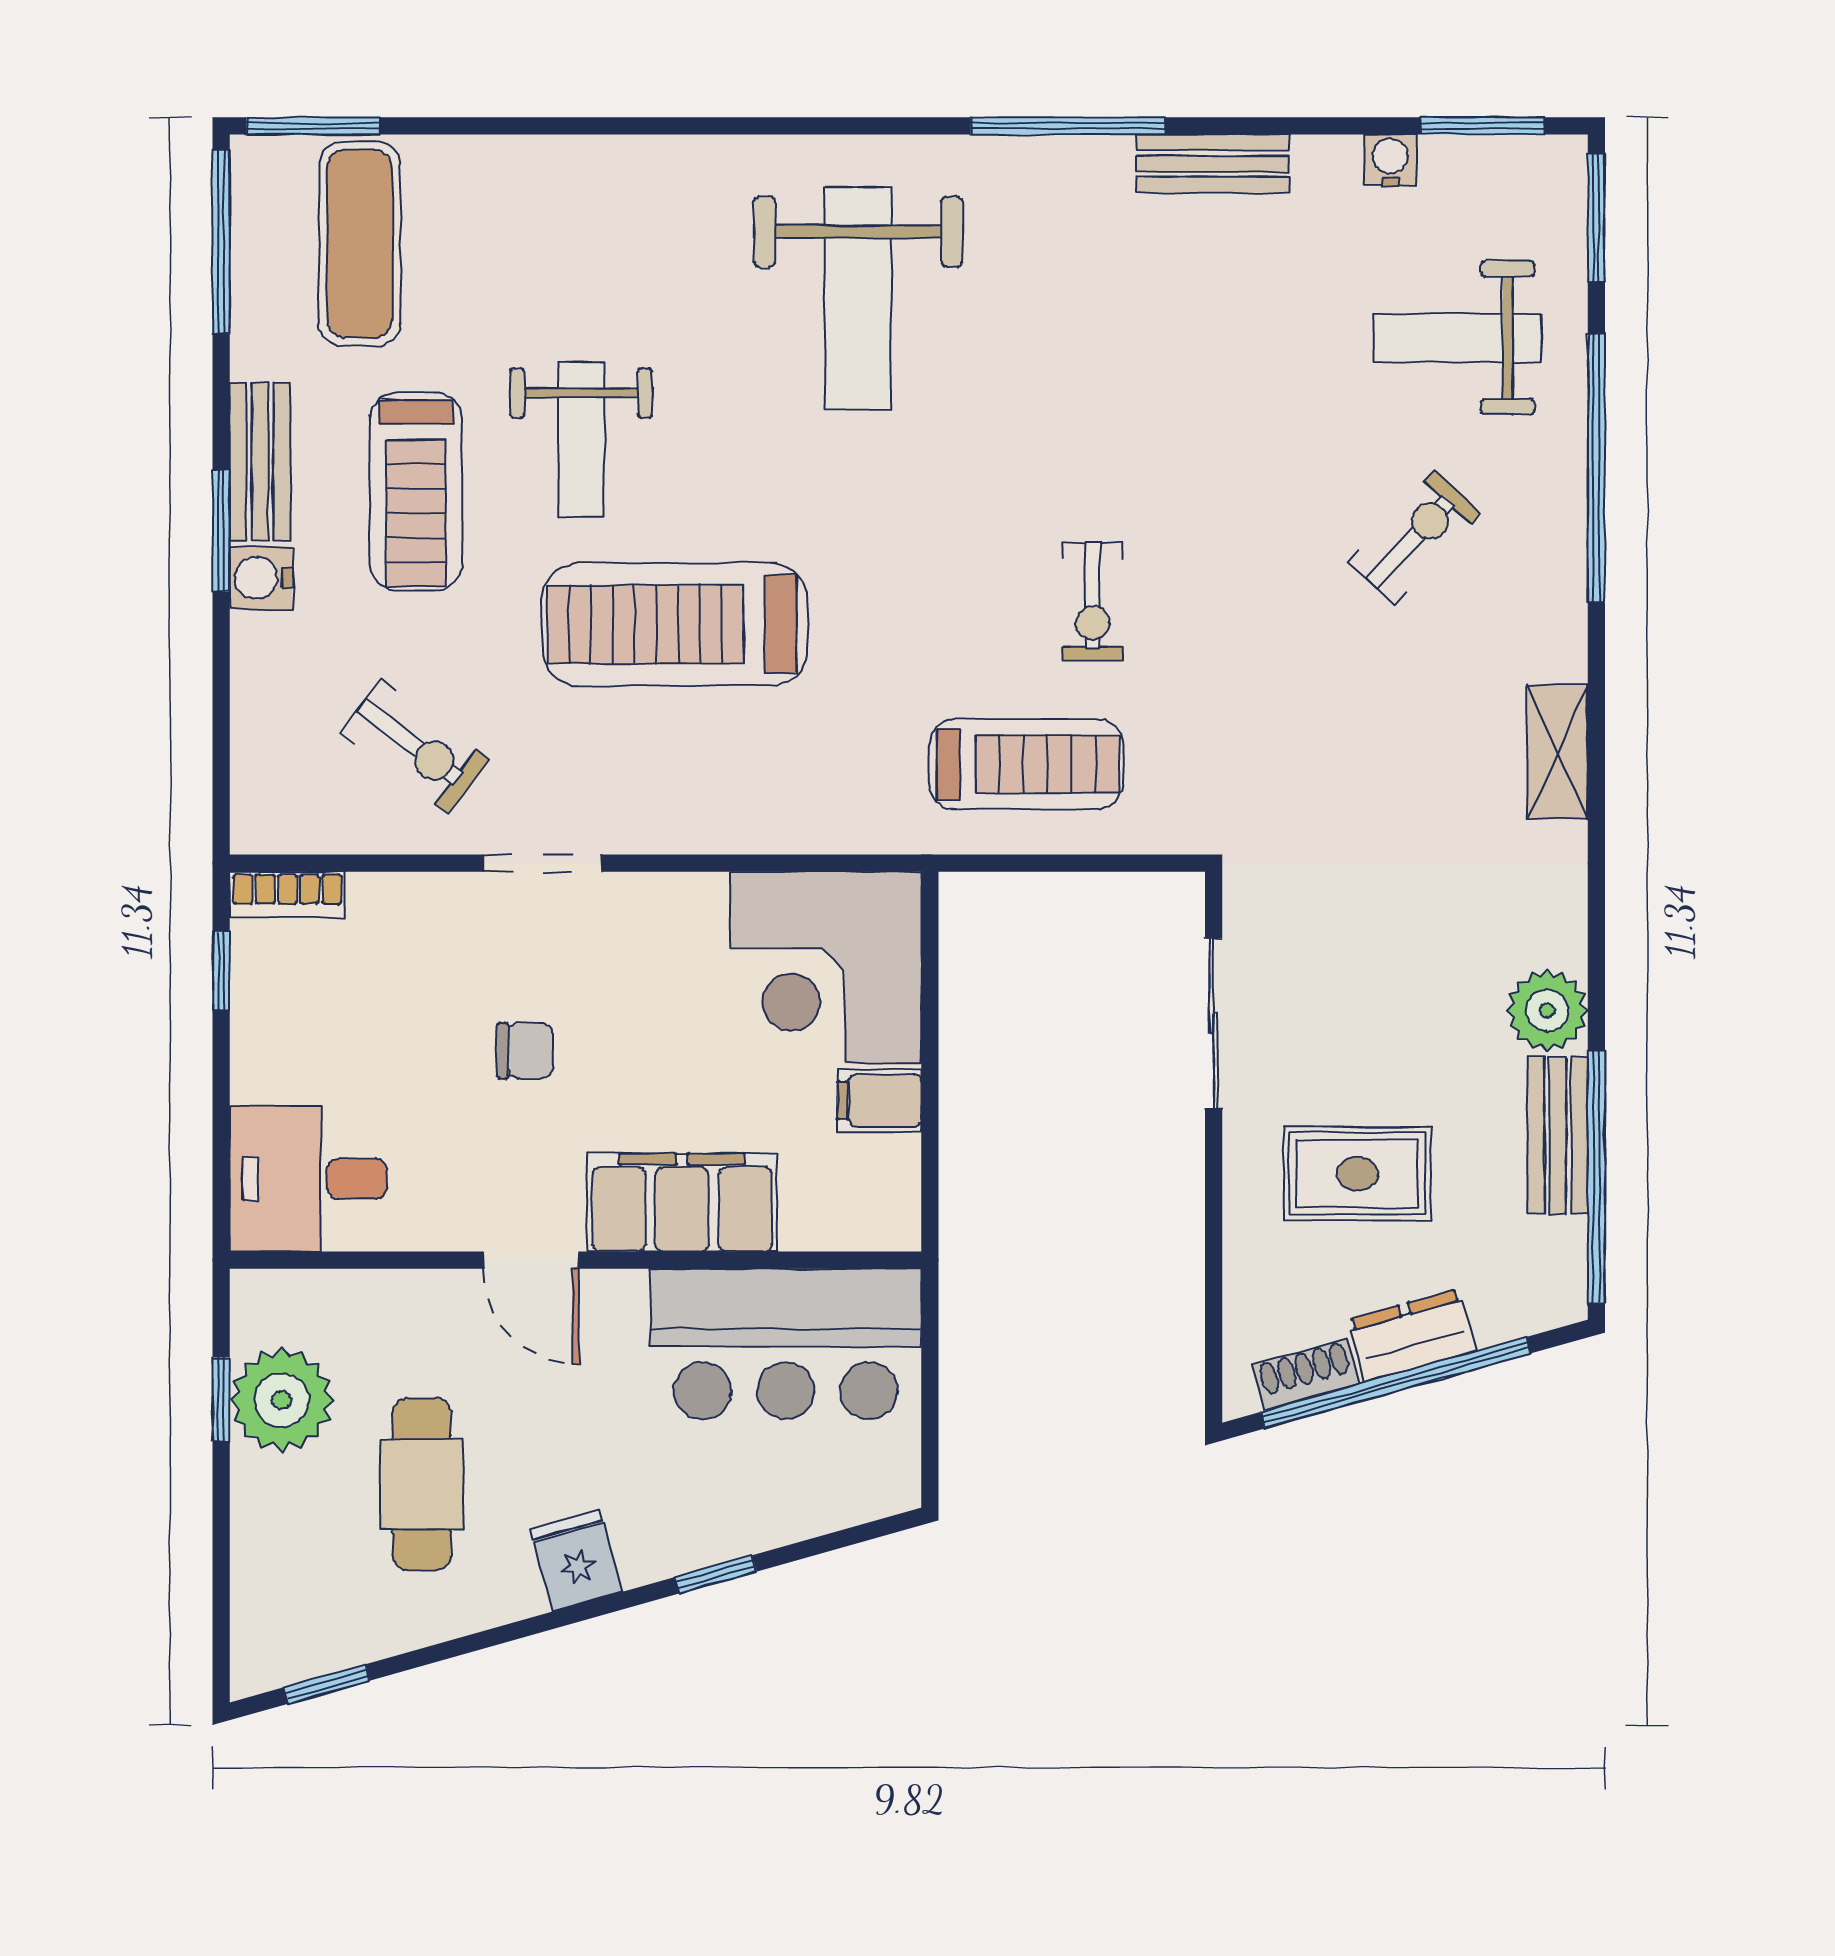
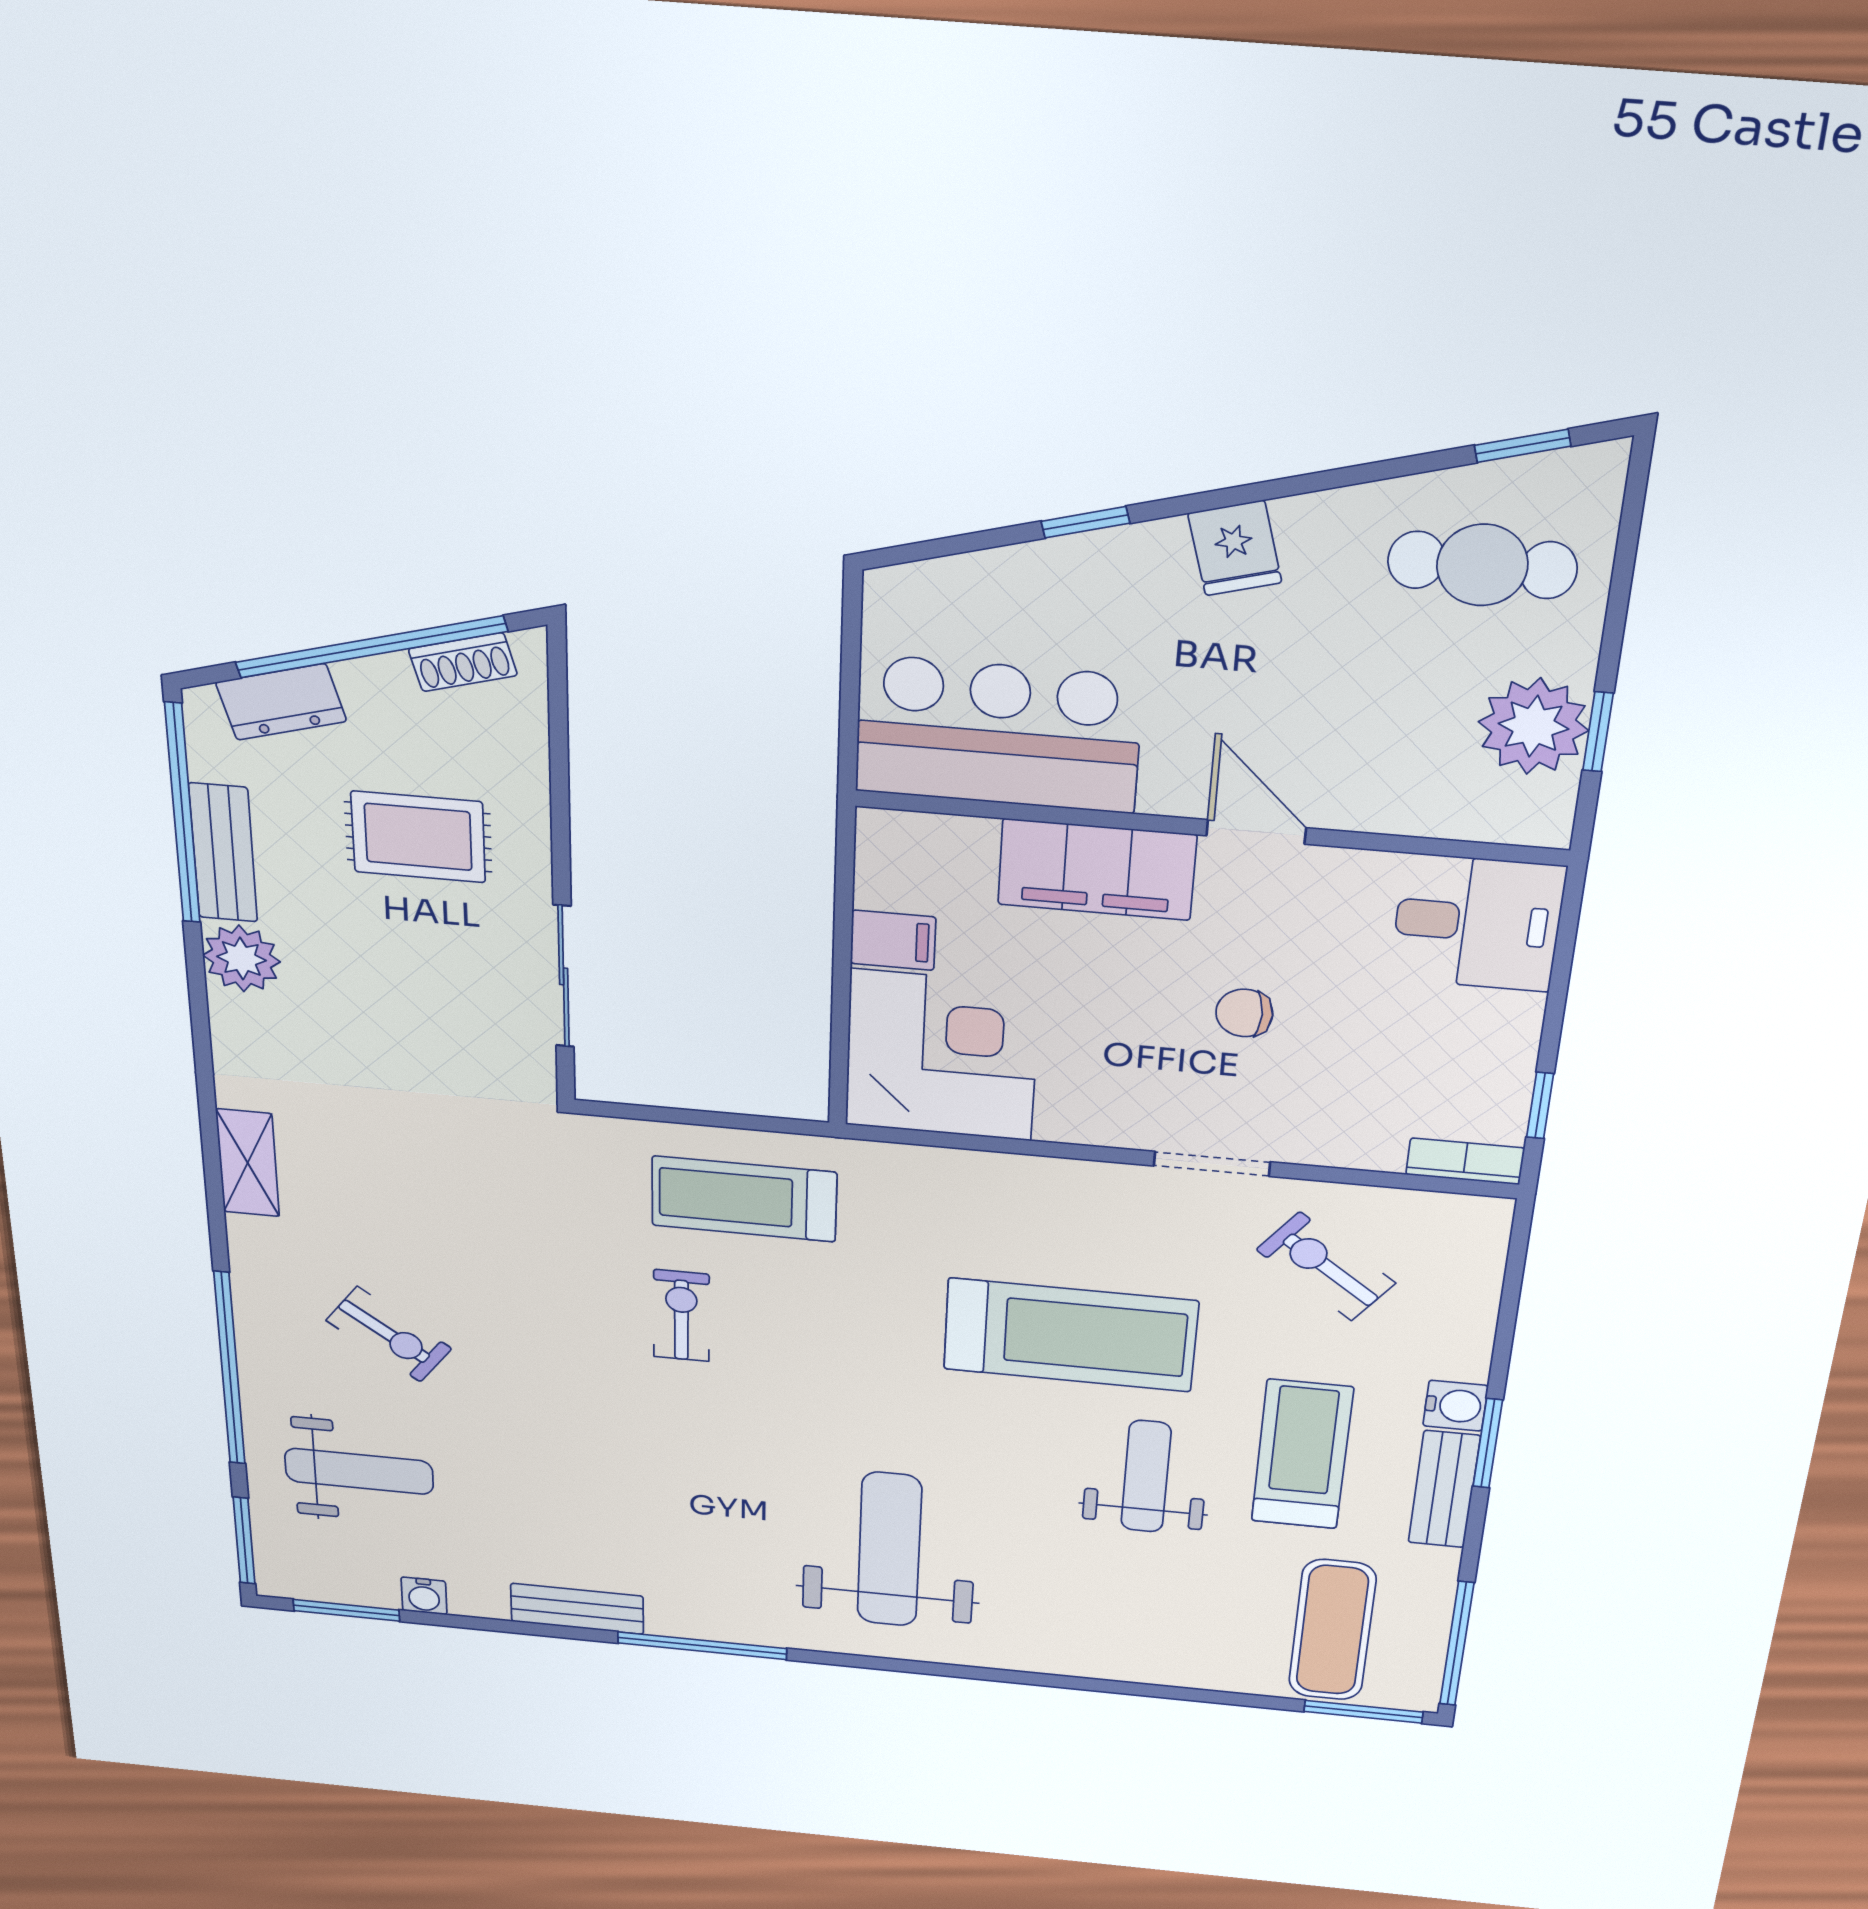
exercise bike: (1415, 538) -> (389, 1334), turned -97
dresser: (1412, 1335) -> (281, 702), moved
cafe table: (422, 1484) -> (1482, 565), moved, turned 90

